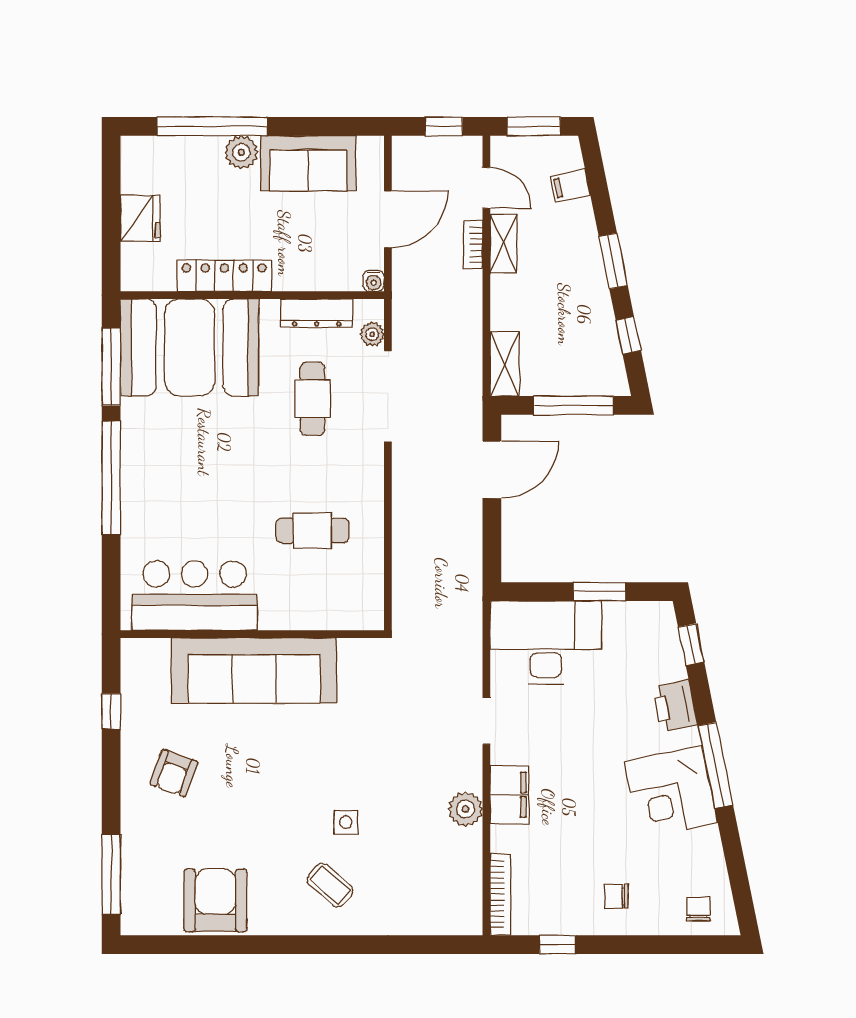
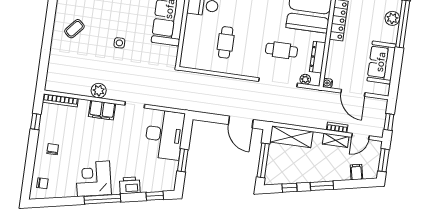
plant: (241, 152) -> (392, 18), moved
shelving: (505, 364) -> (291, 137), width x1.50, depth x1.33
side table: (346, 822) -> (119, 43), moved

